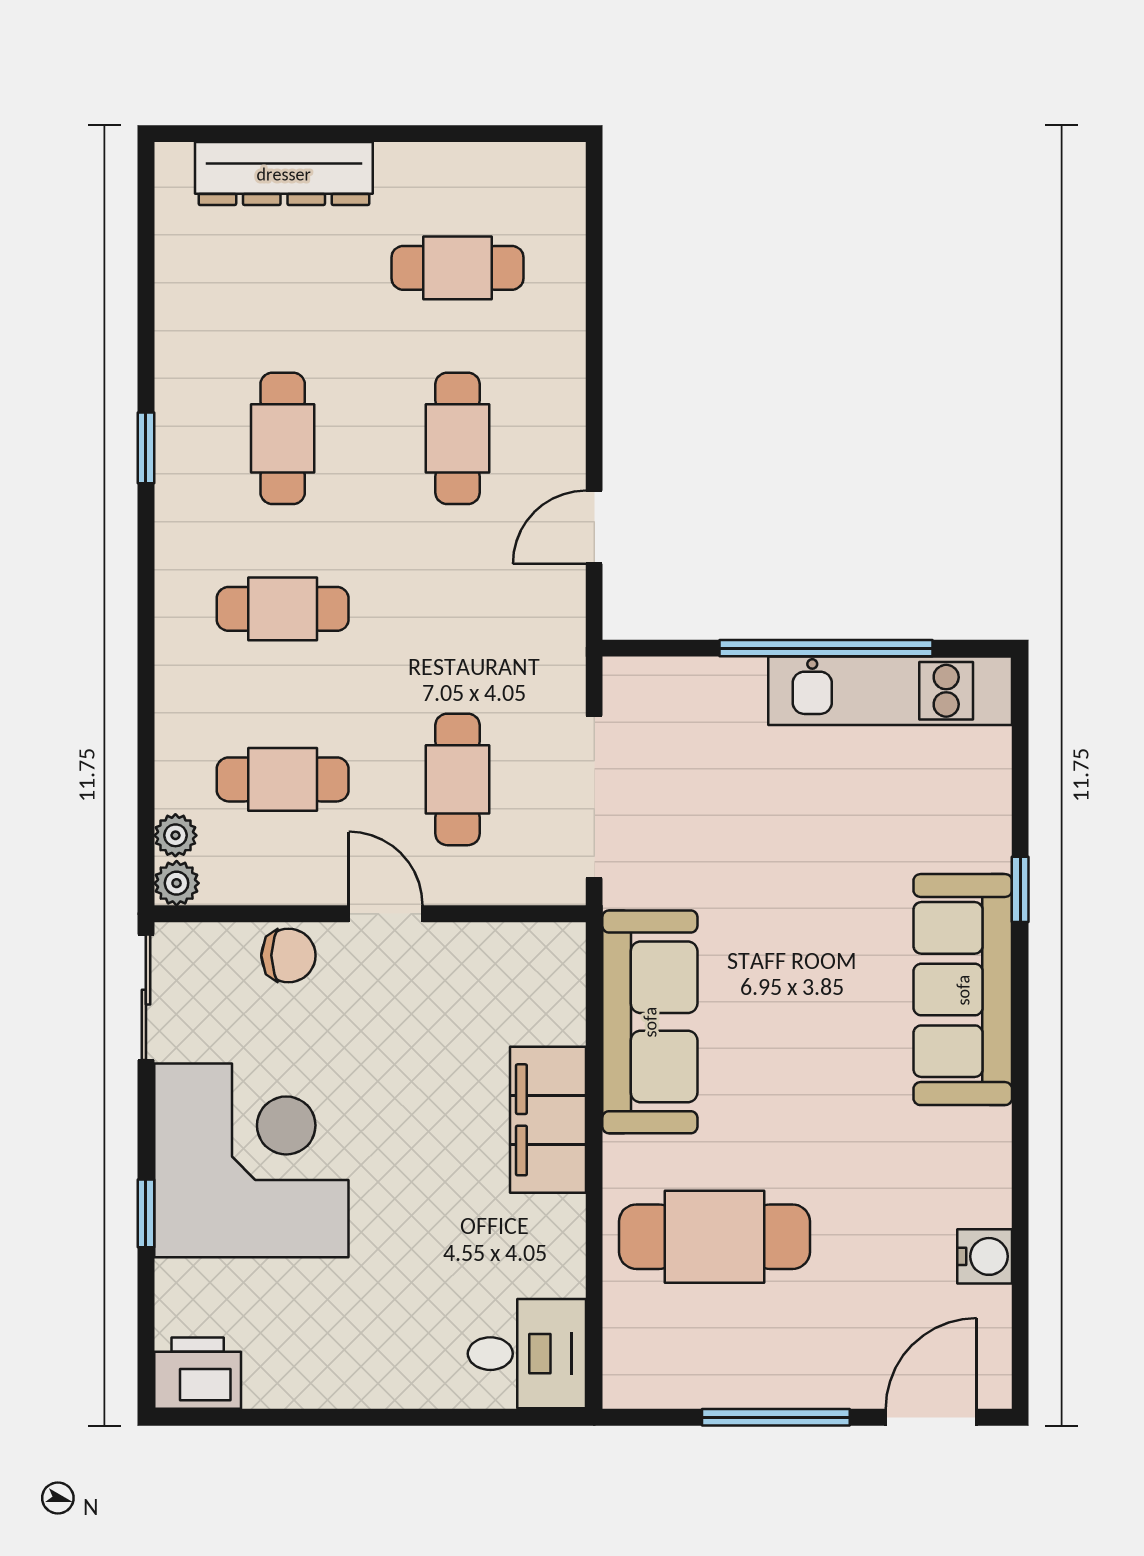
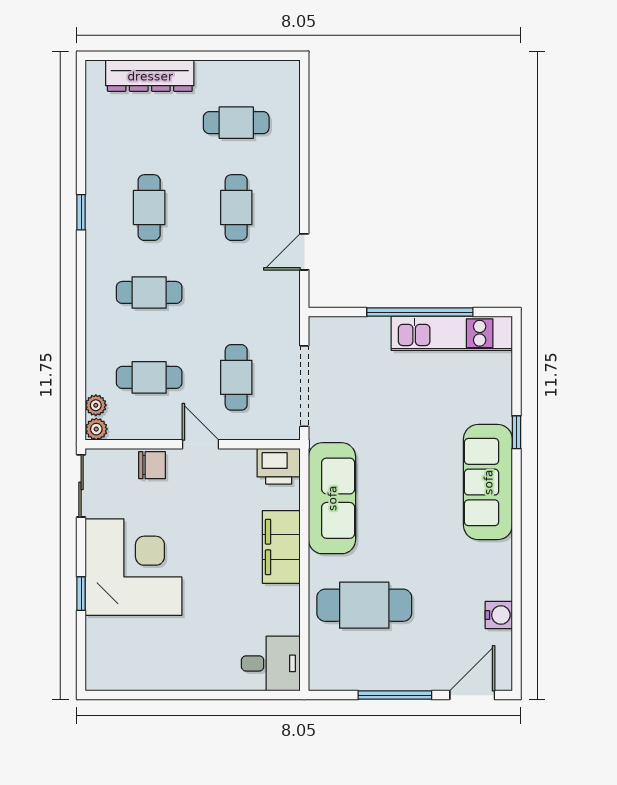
printer: (198, 1373) -> (279, 466), moved, turned 180

